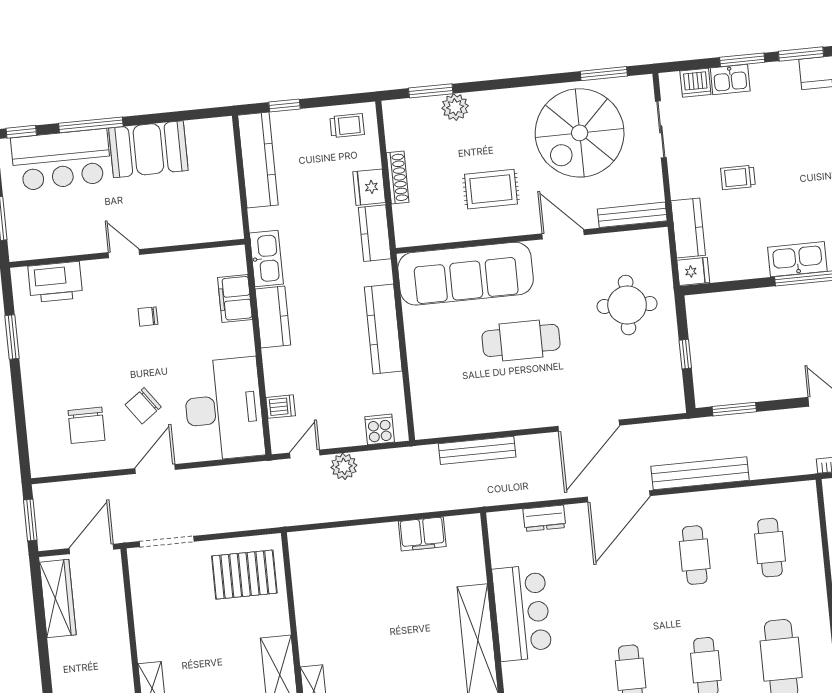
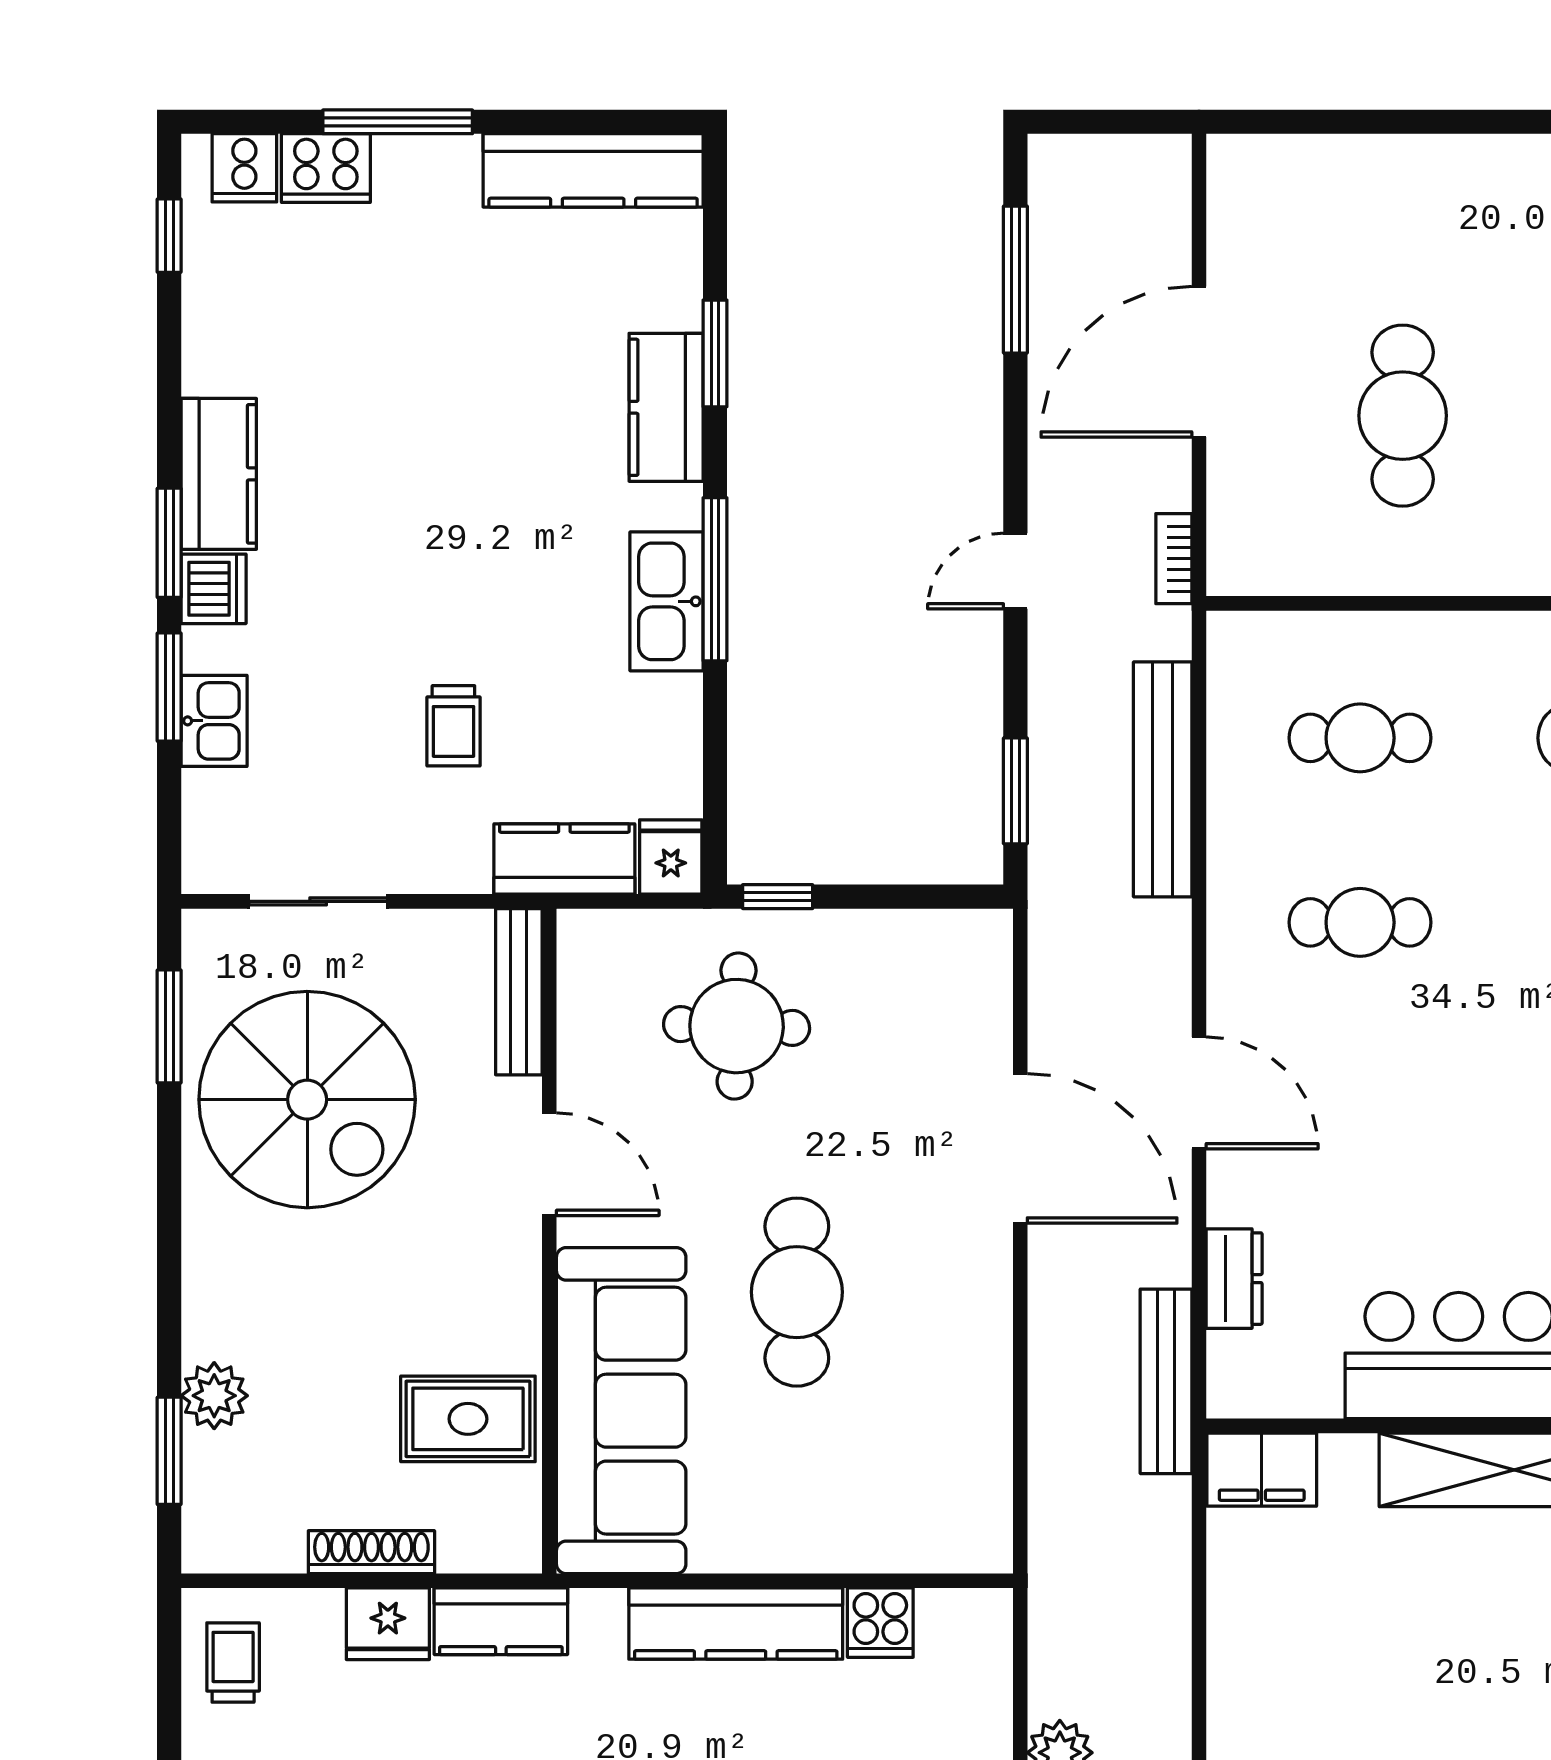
dishwasher: (695, 83) -> (214, 589), moved
rug: (491, 189) -> (468, 1419), moved, turned 90
door: (563, 234) -> (549, 1164), swing flipped
window: (685, 354) -> (778, 897), moved
cooker: (380, 429) -> (880, 1623), moved, turned -90
bench: (477, 450) -> (1166, 1381), moved
bench: (700, 473) -> (1163, 779), moved
door: (619, 496) -> (1199, 1093), width x0.73
filing cabinet: (422, 534) -> (1262, 1470), moved, turned 90

